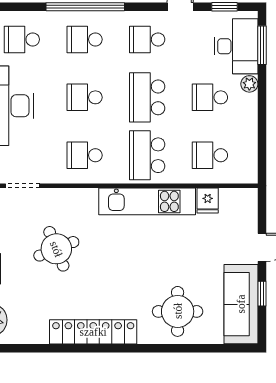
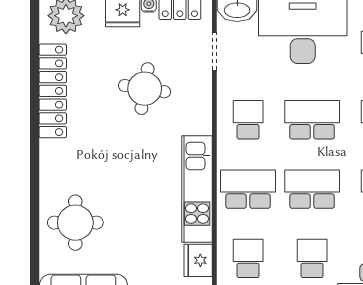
school desk: (85, 97) -> (312, 120), width x1.85
fridge: (208, 200) -> (198, 260), width x1.38
round table: (56, 249) -> (145, 89), turned 31
locker: (93, 332) -> (53, 91), moved

